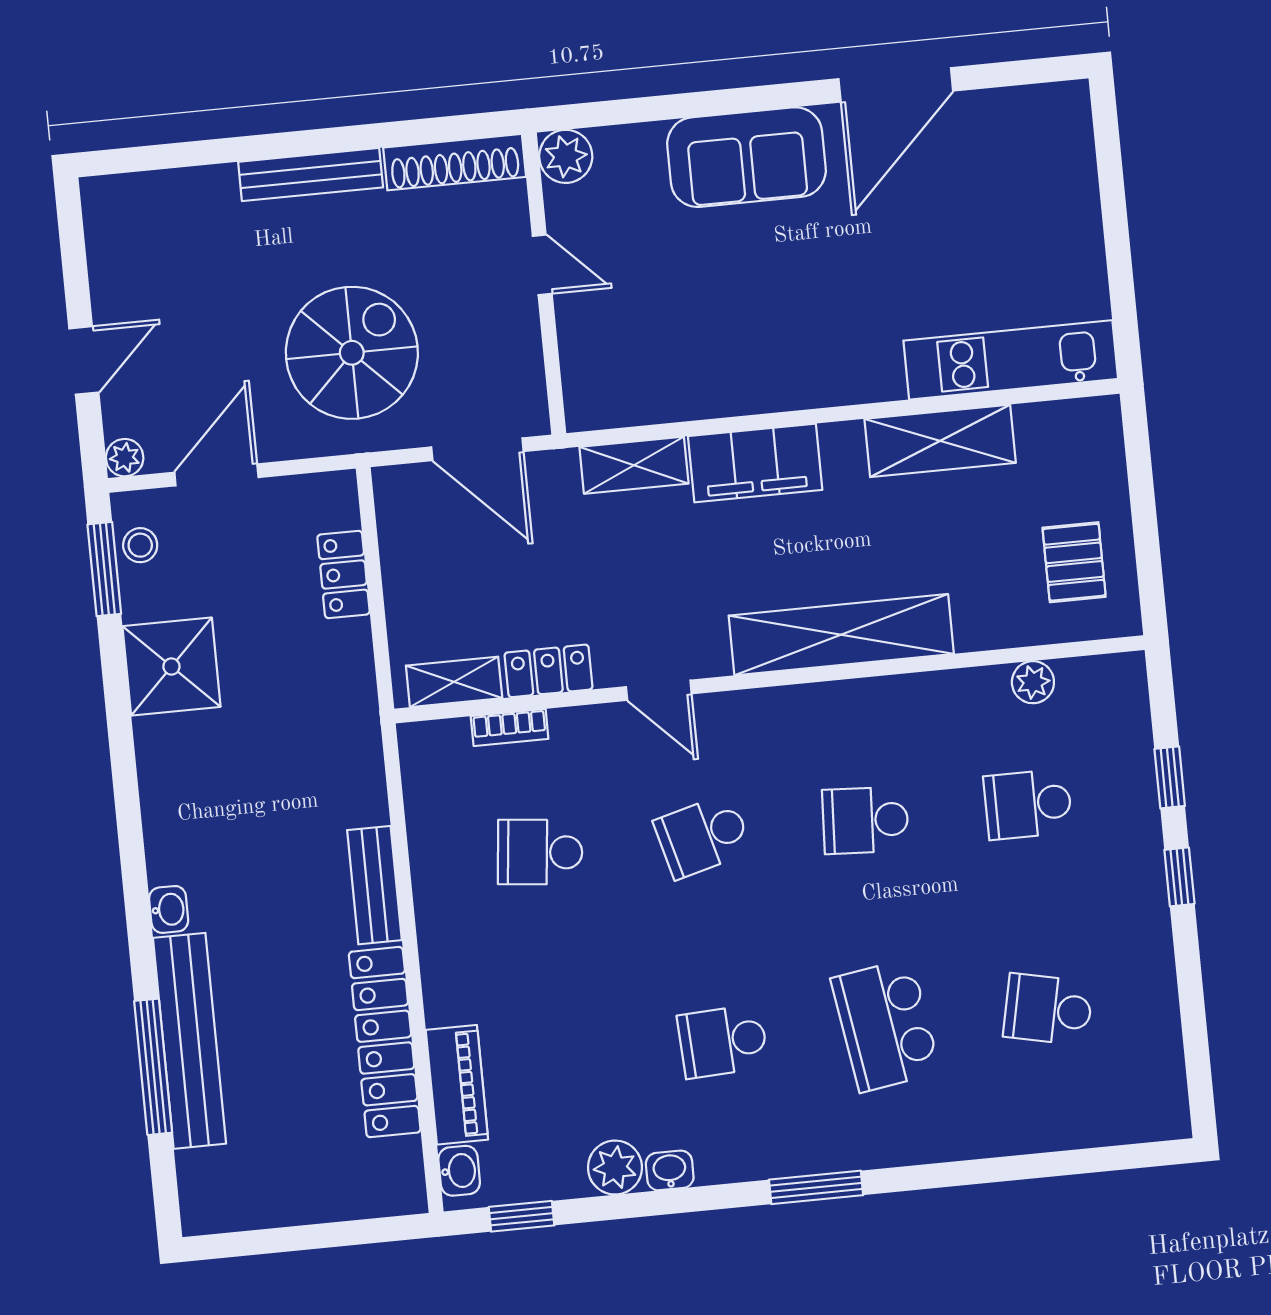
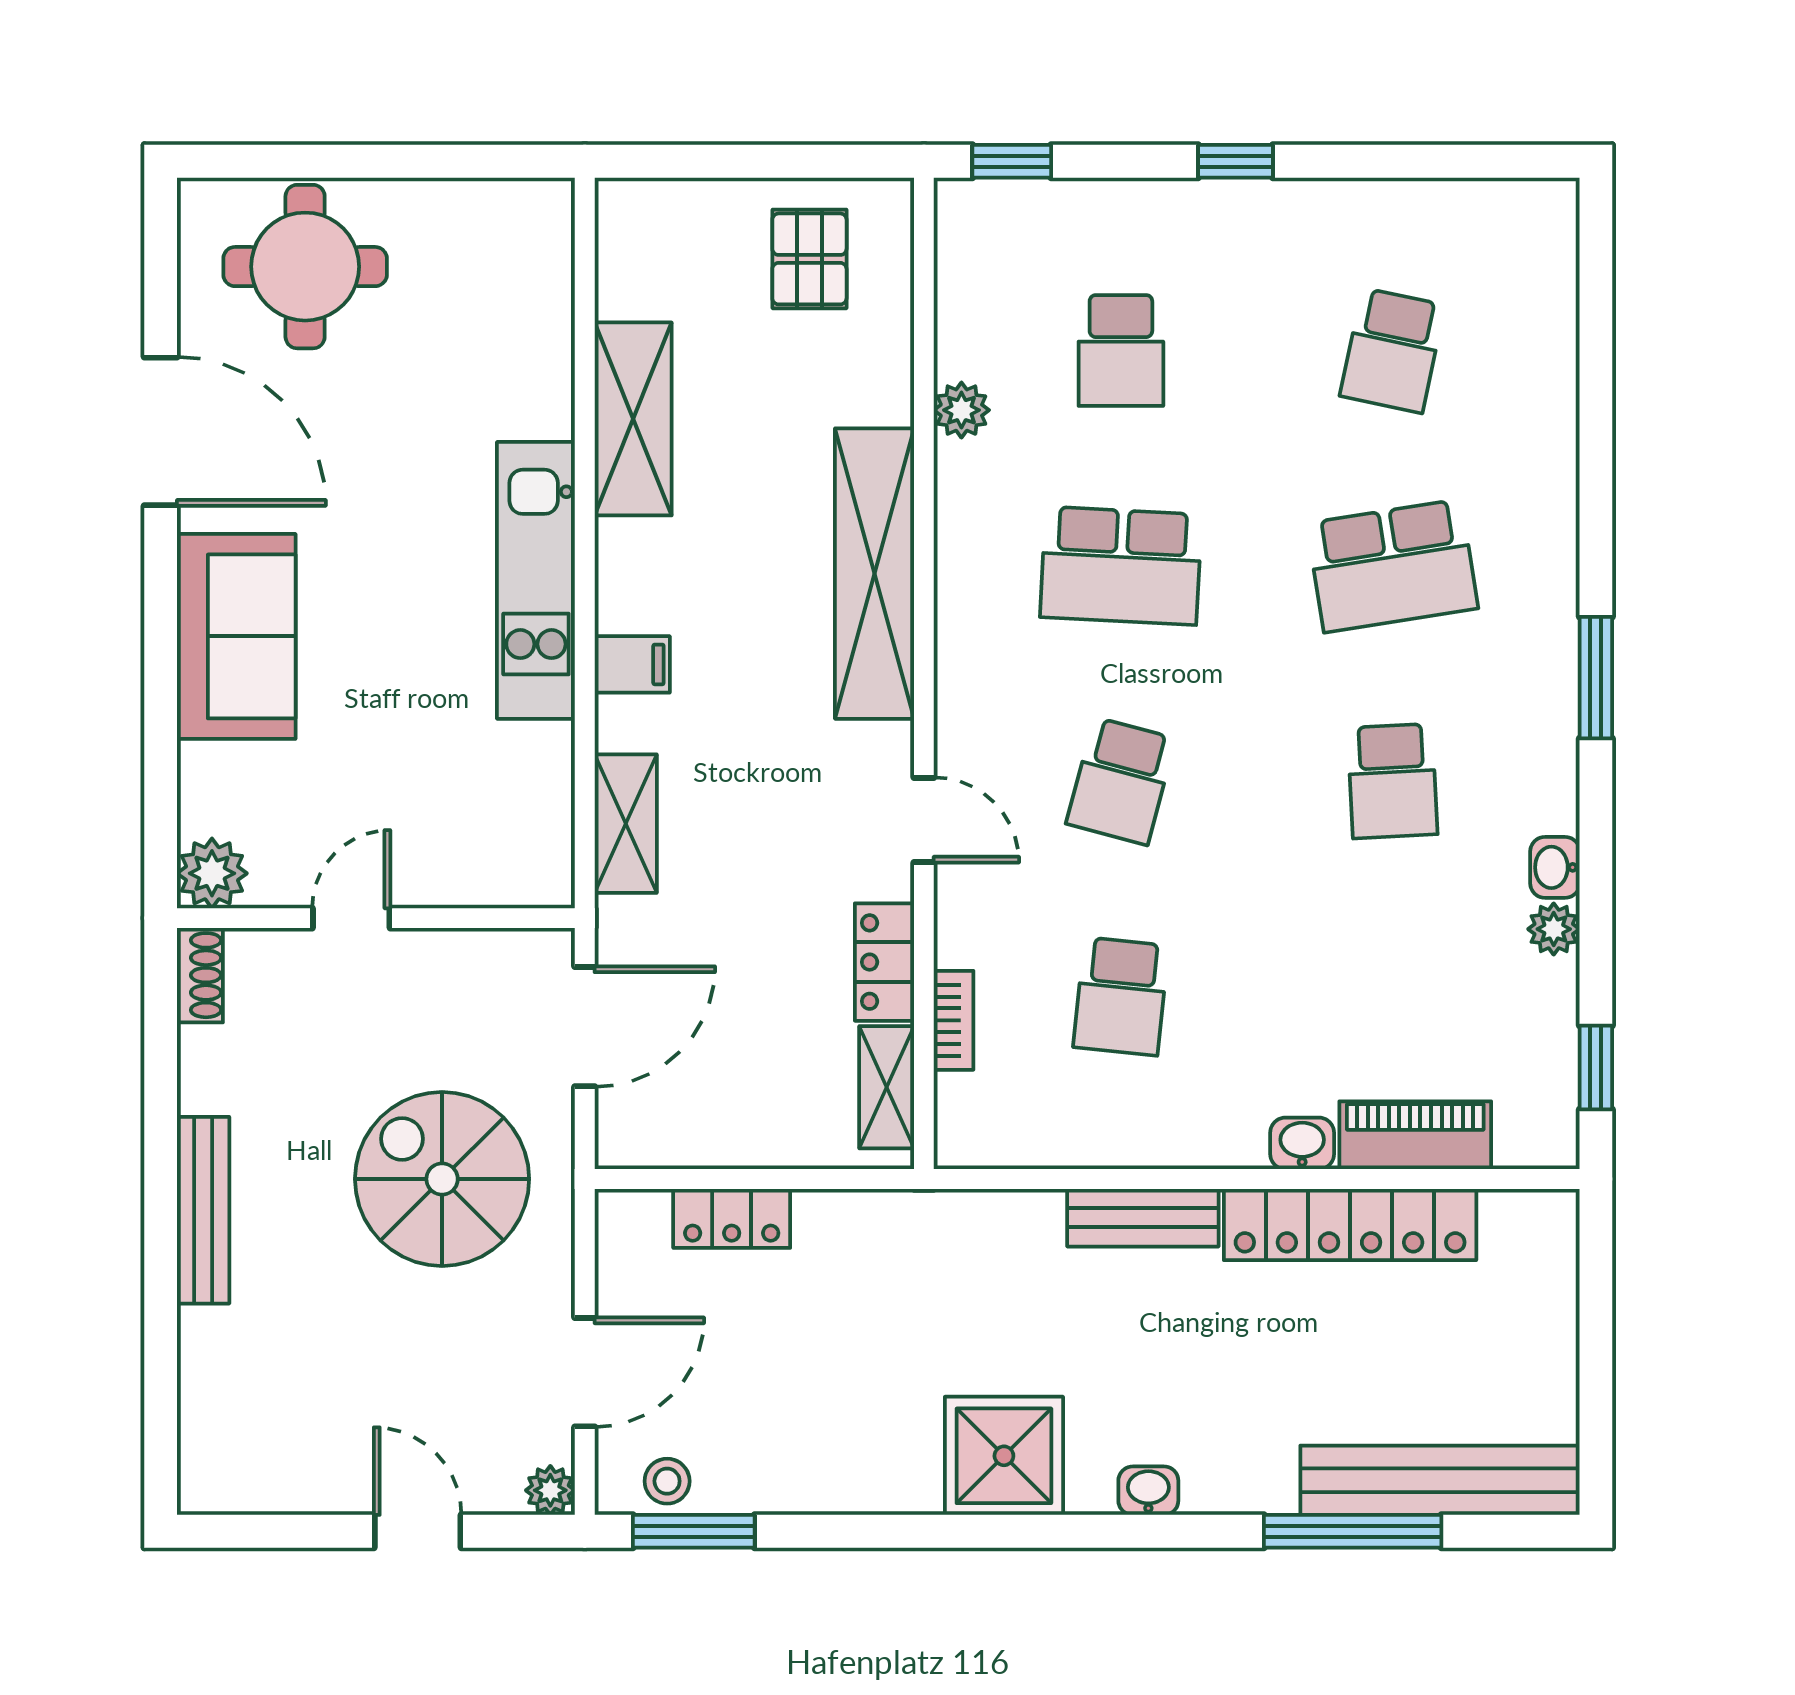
shoe rack: (455, 162) -> (200, 975), width x0.51, depth x0.81
round table: (1031, 182) -> (305, 267), added
kitchen unit: (1011, 360) -> (536, 580), moved
filing cabinet: (755, 463) -> (632, 664), width x0.33, depth x0.86
door: (216, 475) -> (585, 1372), swing flipped
pallet: (1074, 562) -> (809, 259), turned 90
shower: (171, 667) -> (1004, 1456), moved
plant: (1033, 682) -> (961, 410), moved
door: (659, 690) -> (924, 820), hinge flipped
window: (1170, 777) -> (1012, 161), moved
school desk: (865, 820) -> (1121, 566), width x1.85
school desk: (703, 836) -> (1121, 781), turned 30
bench: (190, 1041) -> (1440, 1480), moved
plant: (615, 1167) -> (1554, 929), width x0.73, depth x0.73
washbasin: (459, 1171) -> (1302, 1143), moved

